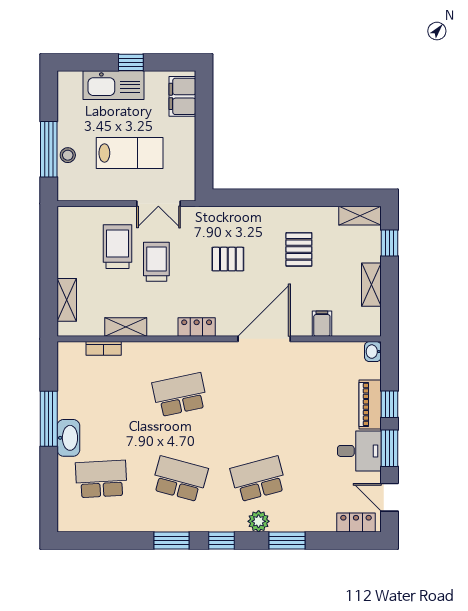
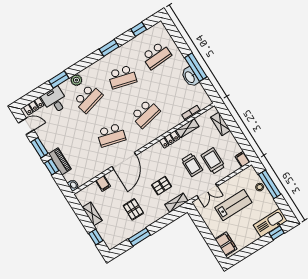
window: (131, 62) -> (276, 233), moved
kitchen sink: (113, 85) -> (270, 223), moved
lab bench: (130, 153) -> (233, 205), turned 180
window: (317, 198) -> (139, 237), added
double door: (158, 204) -> (207, 191), swing flipped
shelving: (360, 216) -> (176, 203), moved
filing cabinet: (67, 219) -> (242, 159), added
trolley: (118, 247) -> (213, 161), turned 180
locker: (197, 327) -> (169, 139), moved
school desk: (258, 395) -> (111, 135), added
washbasin: (68, 438) -> (190, 77), moved
desk: (359, 451) -> (55, 100), moved, turned 90
window: (221, 541) -> (139, 29), moved

